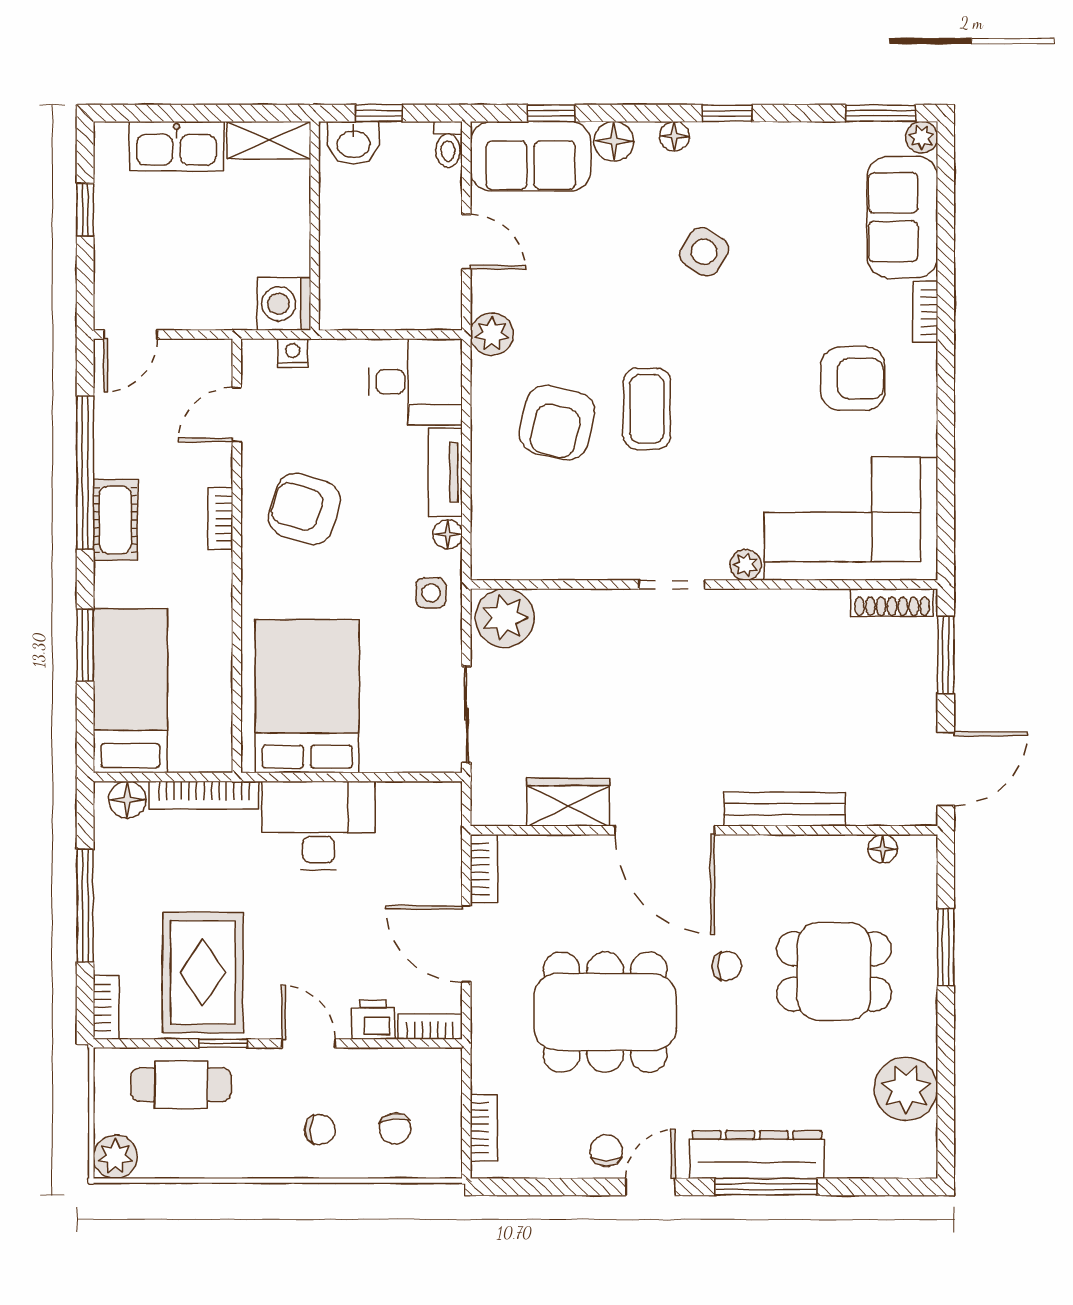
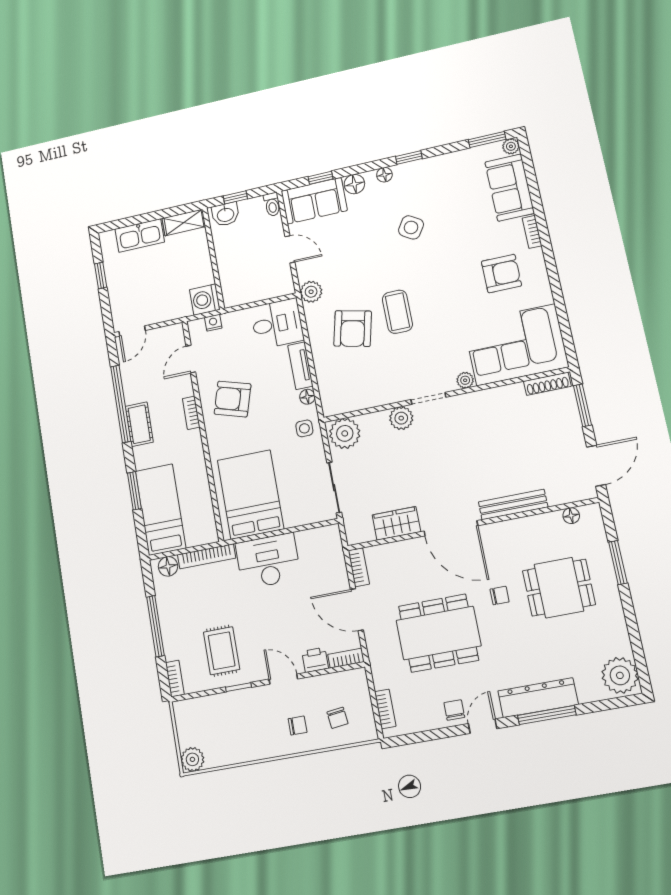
plant: (615, 611) -> (401, 418), added
rug: (203, 972) -> (222, 651), width x0.73, depth x0.70
cafe table: (181, 1085) -> (220, 714), removed
plant: (906, 1089) -> (620, 675), moved

